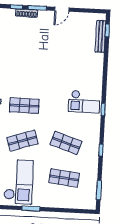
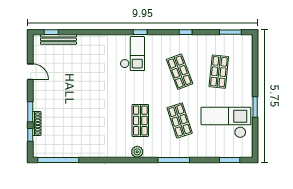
door: (62, 9) -> (30, 72), moved
shop shelf: (66, 143) -> (180, 72), turned -39

